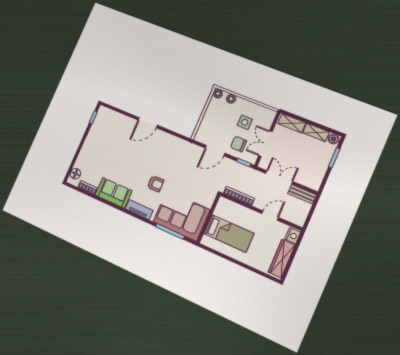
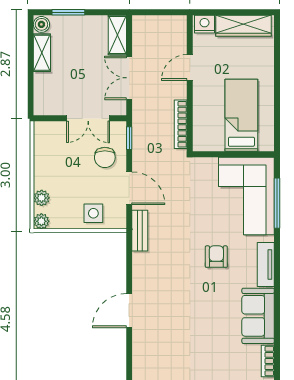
side table: (245, 122) -> (93, 213), moved
door: (148, 123) -> (129, 311), swing flipped
shelving: (292, 123) -> (117, 35), moved
bench: (302, 194) -> (140, 231), moved
door: (270, 216) -> (190, 67), hinge flipped

